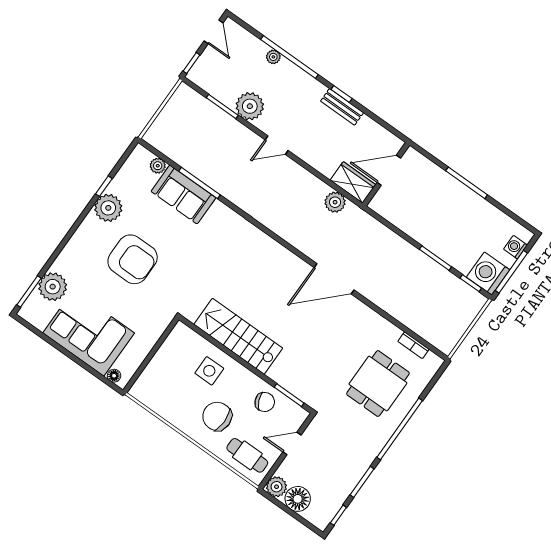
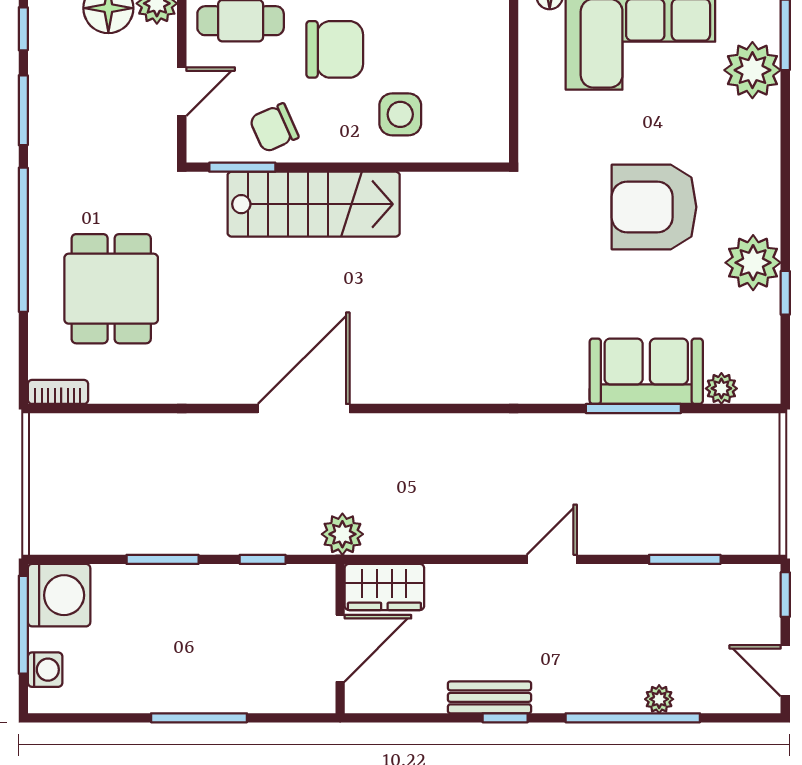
plant: (250, 106) -> (640, 592), removed
plant: (335, 202) -> (342, 534), moved
window: (471, 283) -> (263, 559), moved
stairs: (238, 336) -> (314, 204), moved
bookcase: (413, 345) -> (58, 392), moved

